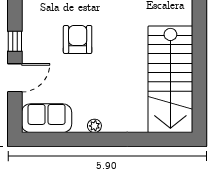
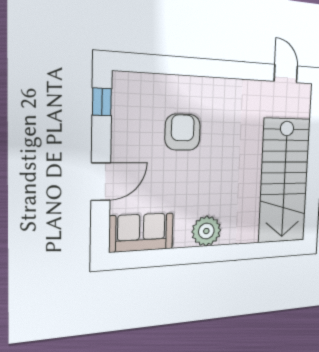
window: (15, 41) -> (102, 102), moved
plant: (94, 126) -> (206, 231), width x1.88, depth x1.88

